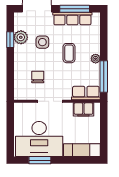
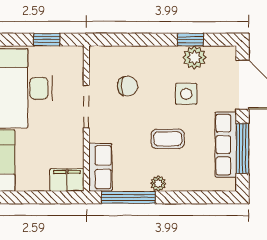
filing cabinet: (83, 109) -> (67, 180), moved, turned 90
window: (10, 125) -> (47, 40), added

